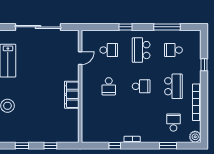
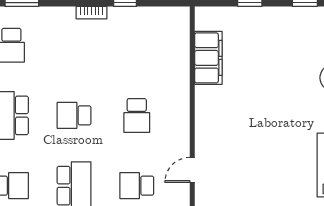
school desk: (109, 86) -> (137, 115), turned 180
filing cabinet: (72, 95) -> (208, 58), moved

